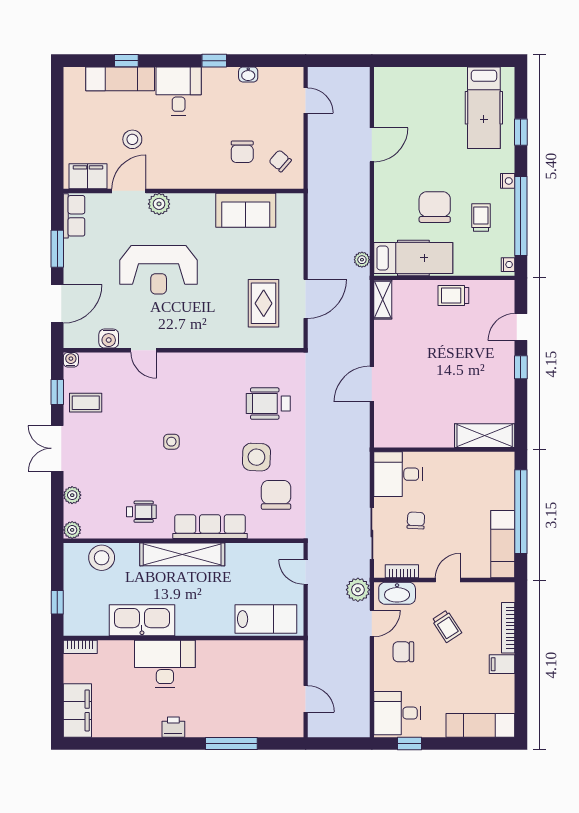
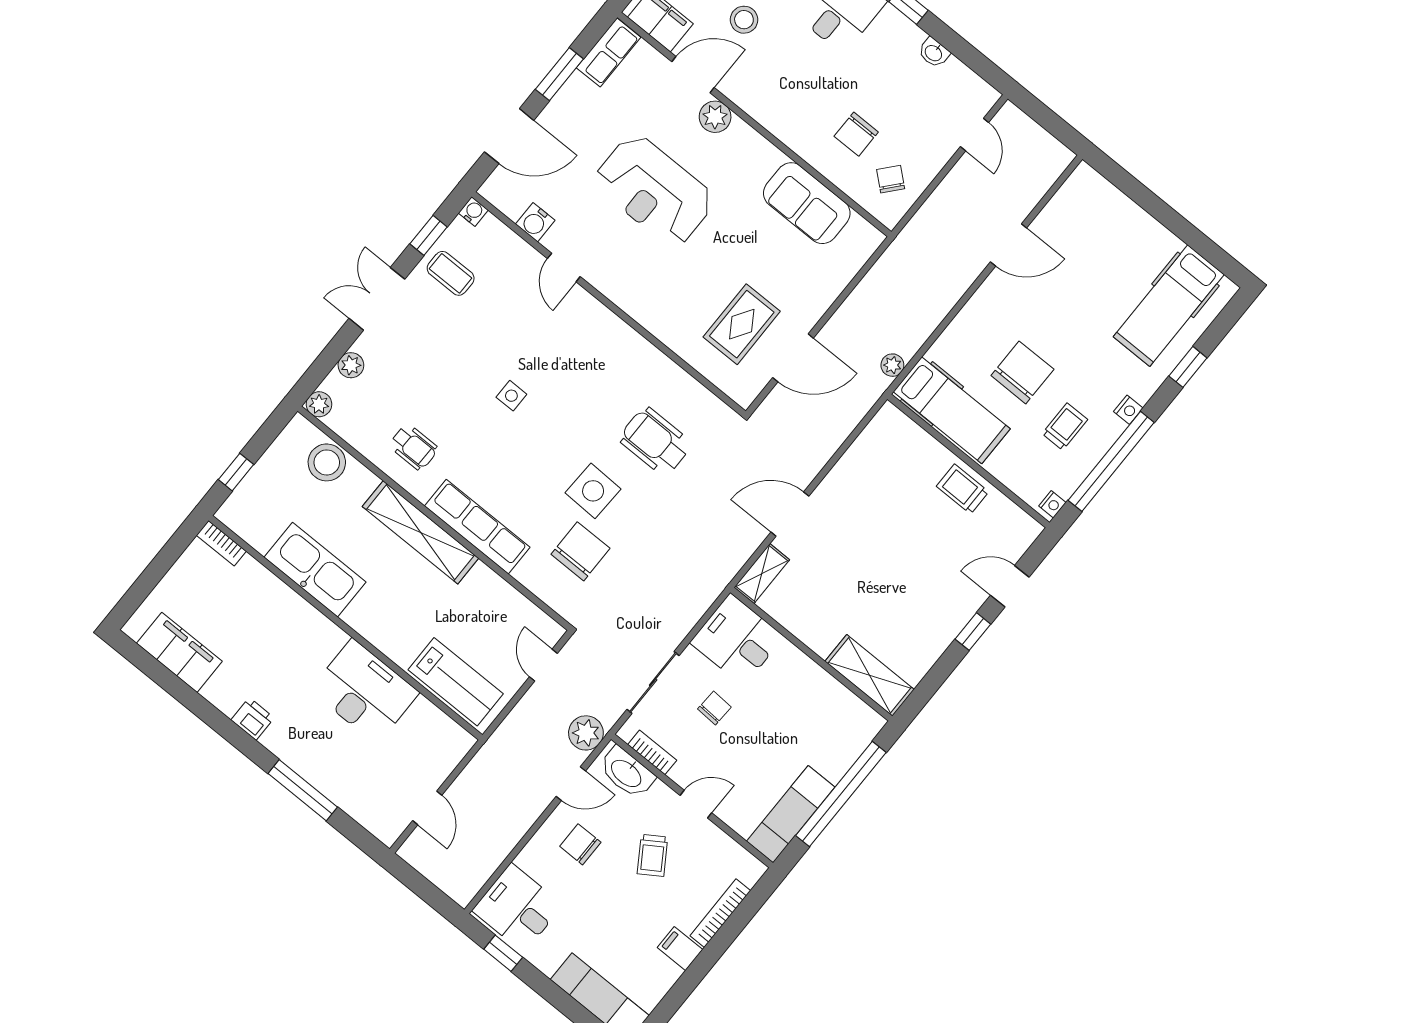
shelving: (383, 300) -> (762, 574), moved
desk: (165, 664) -> (364, 691), moved
filing cabinet: (77, 710) -> (179, 652), moved, turned -90

